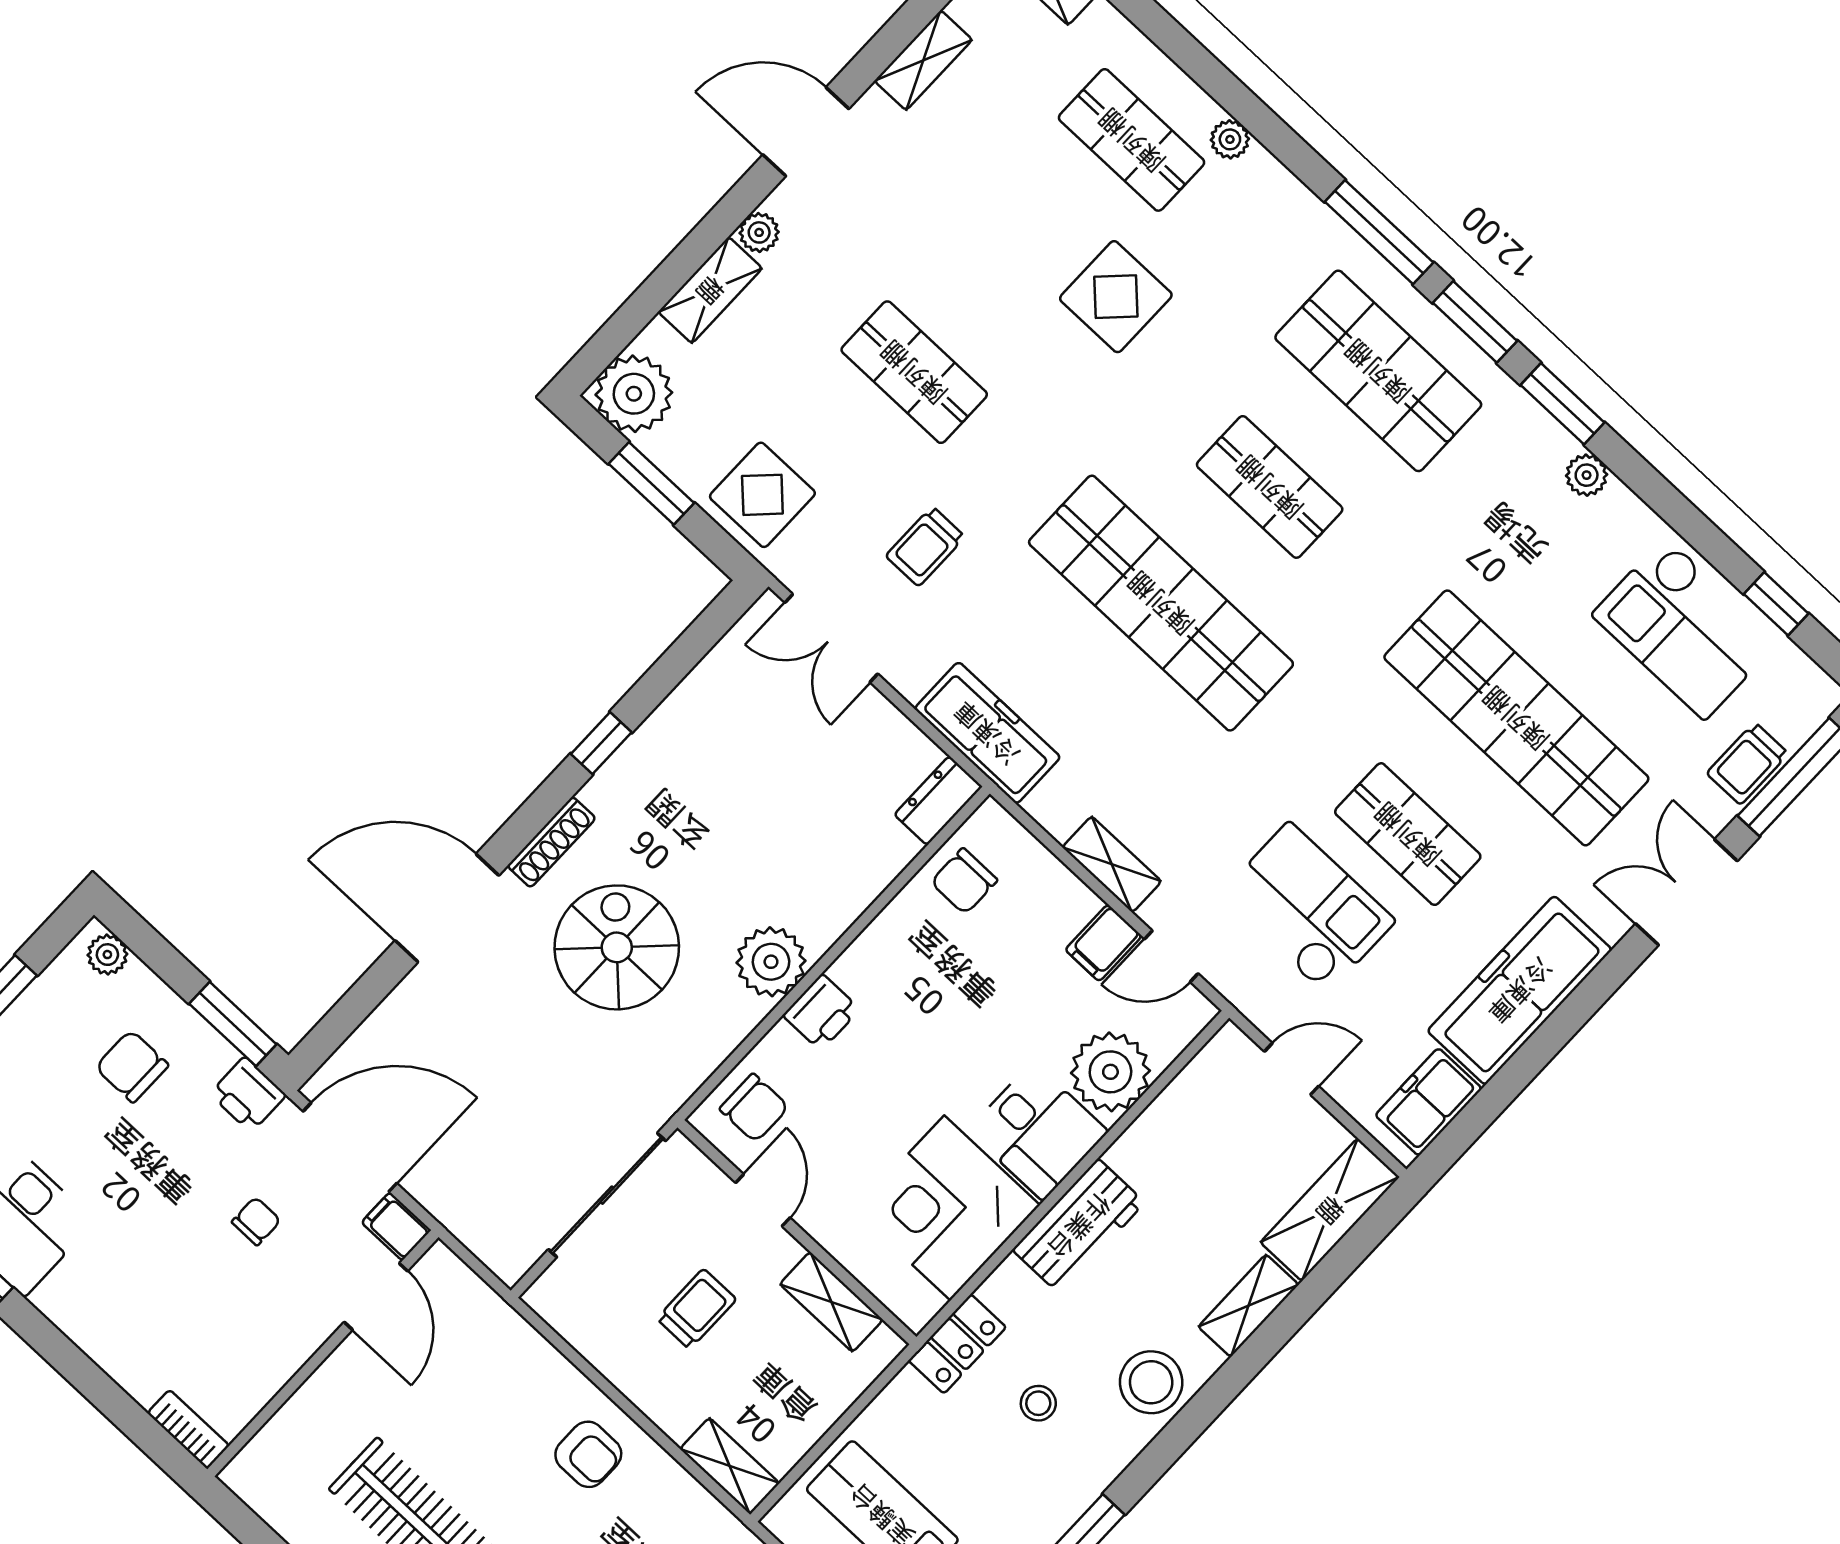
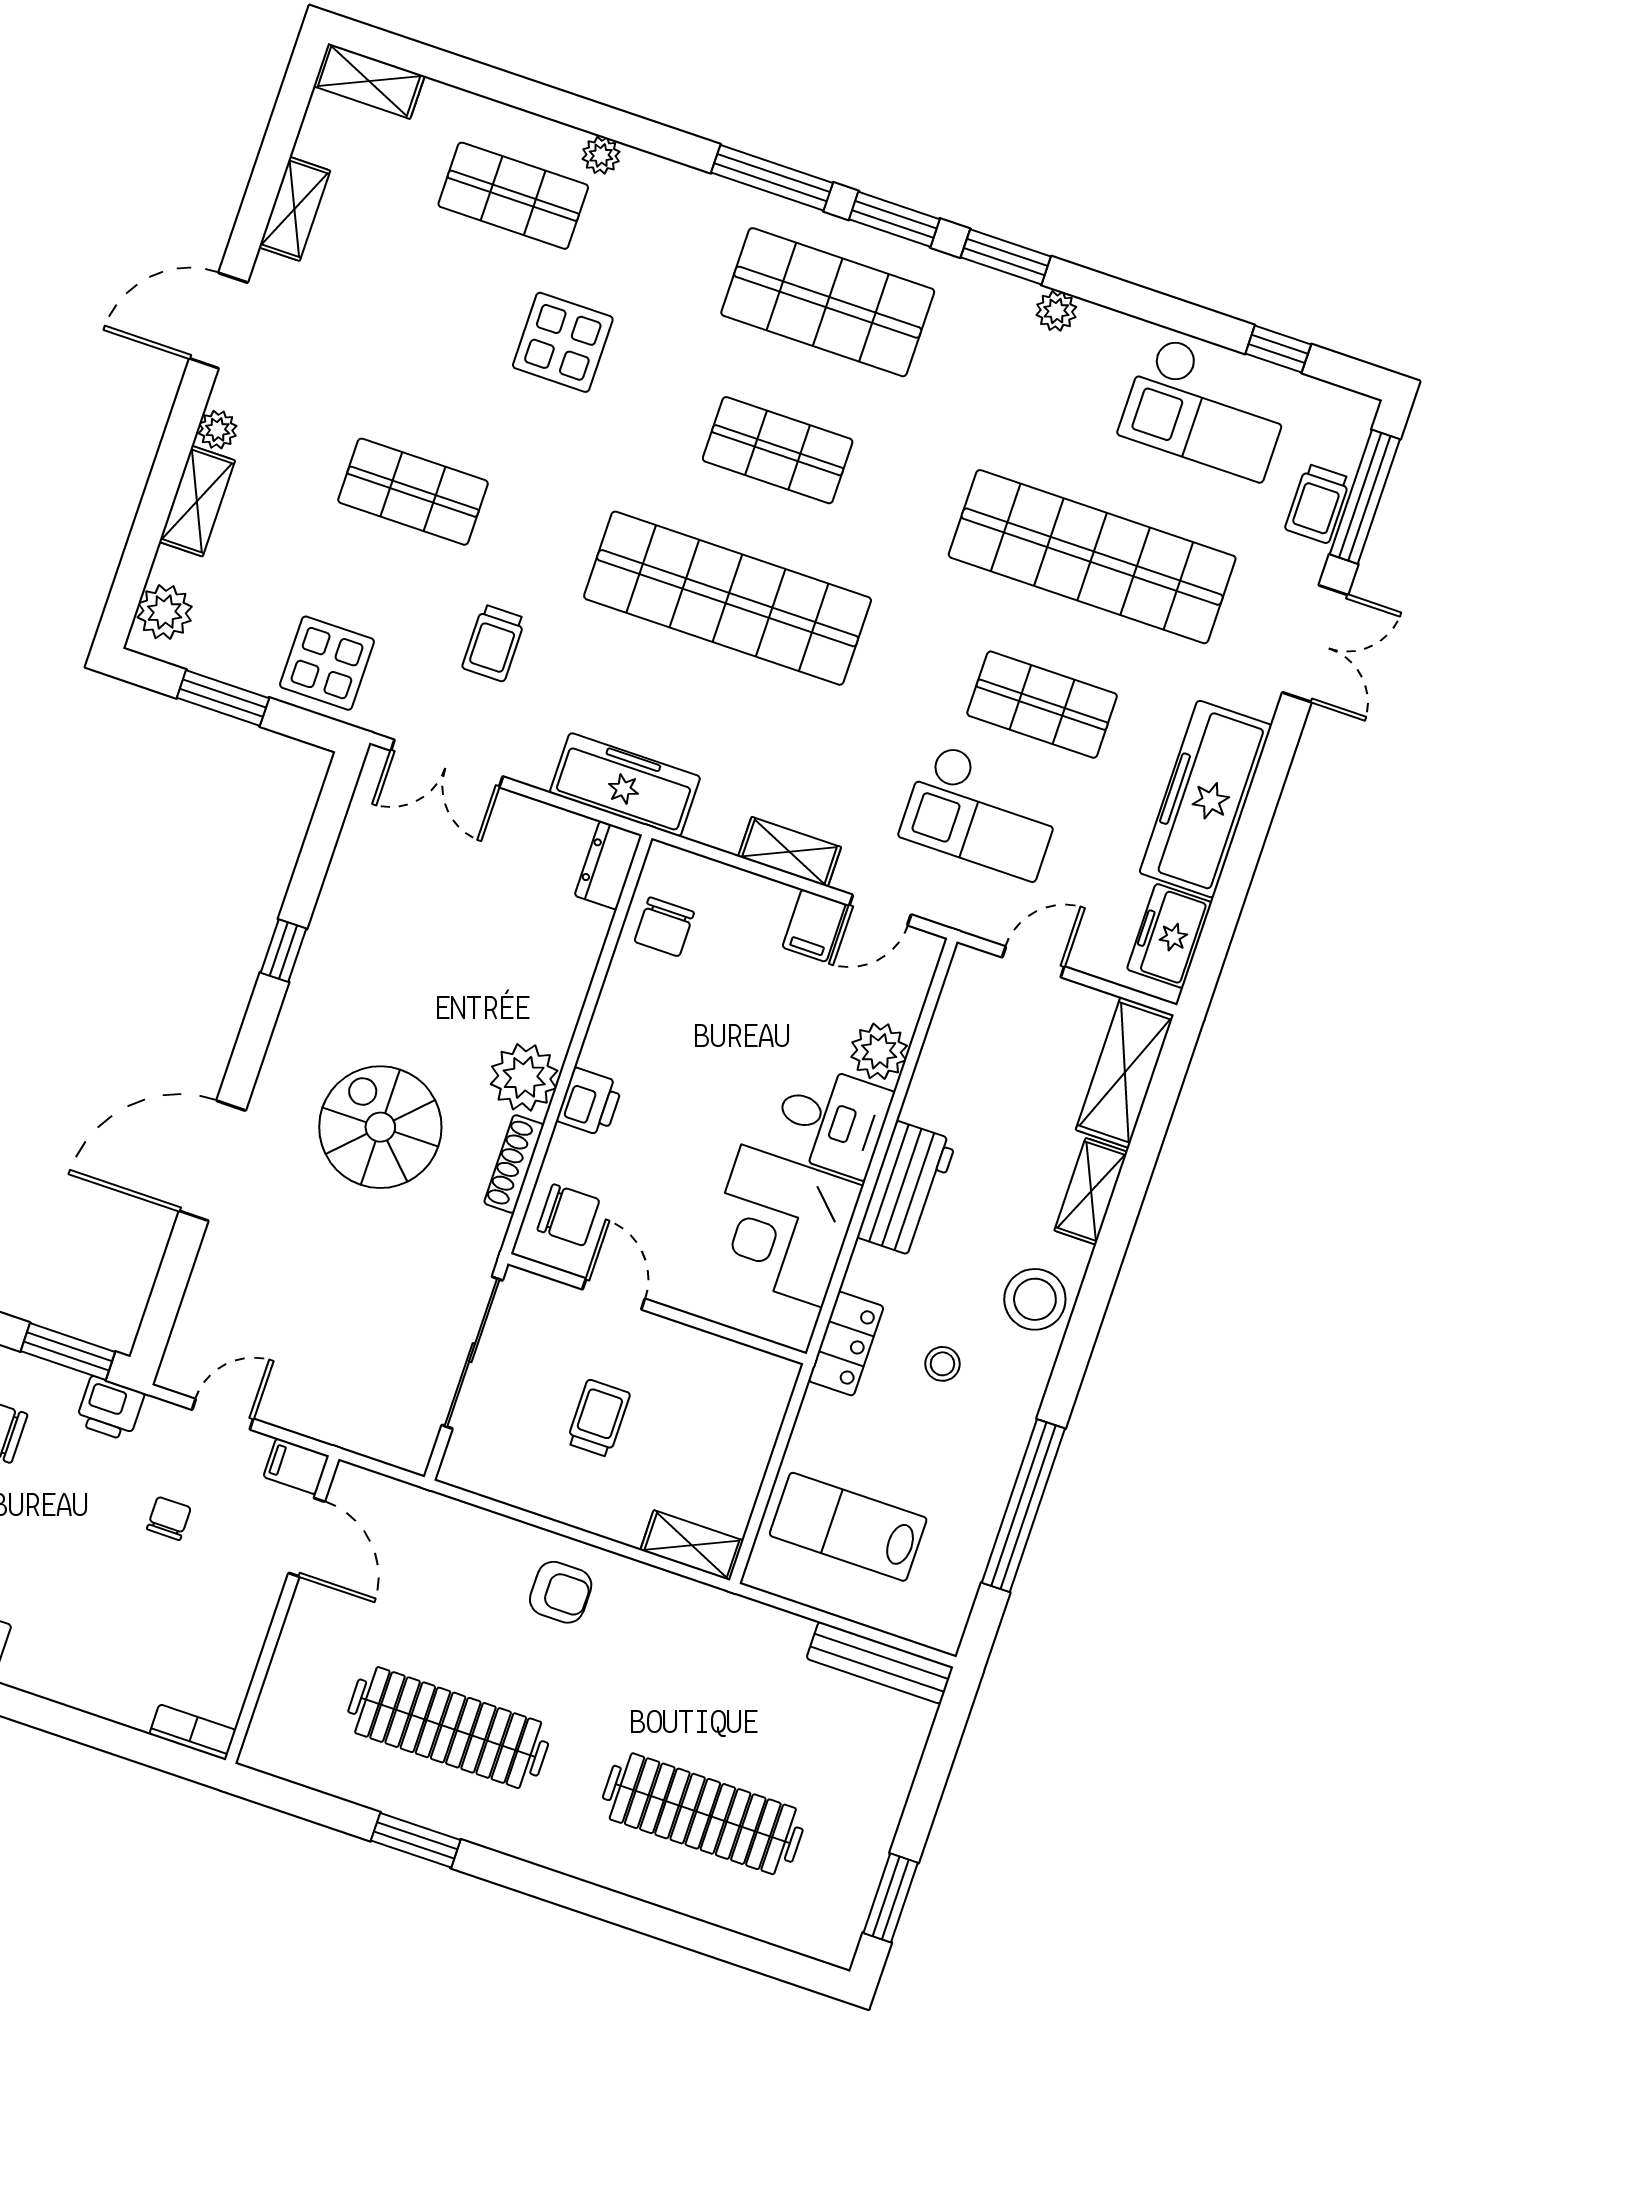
plant: (634, 394) -> (165, 612), width x0.73, depth x0.73
shoe rack: (551, 842) -> (514, 1164), moved, turned 180
double door: (1687, 892) -> (1315, 644), swing flipped
checkout: (1307, 908) -> (982, 812), turned 180
plant: (1110, 1072) -> (879, 1051), width x0.73, depth x0.73
door: (350, 1147) -> (223, 1414), width x0.53
shelving: (831, 1302) -> (716, 1357), removed

